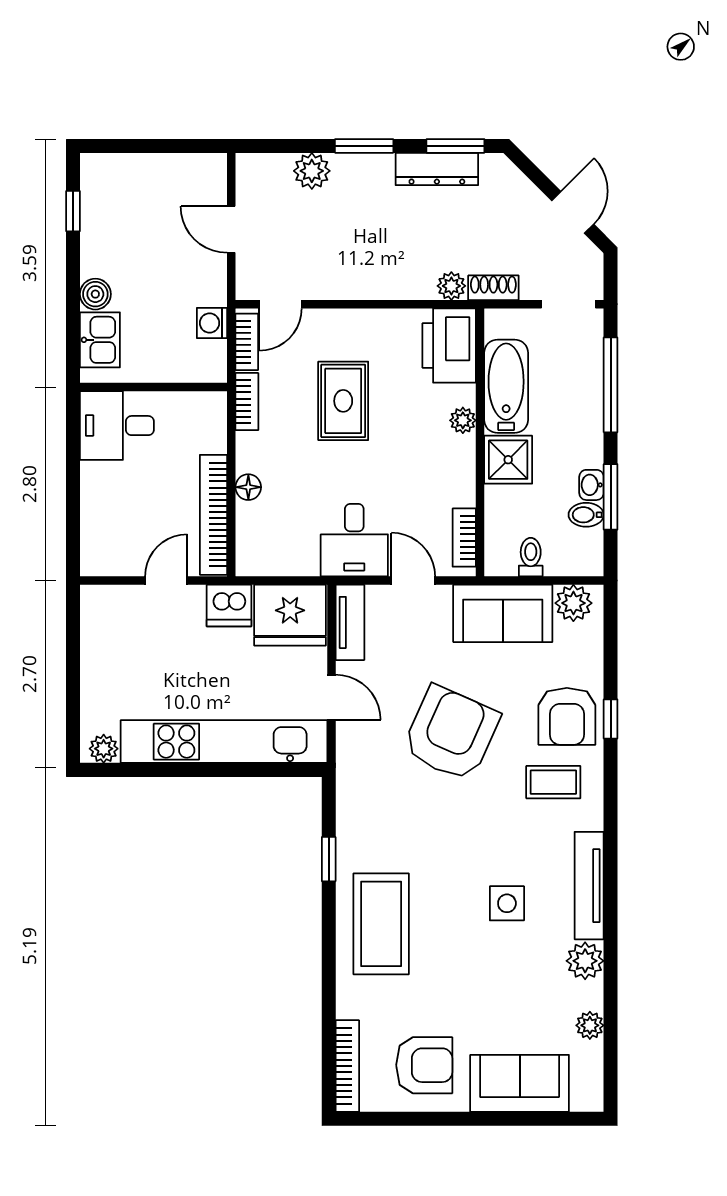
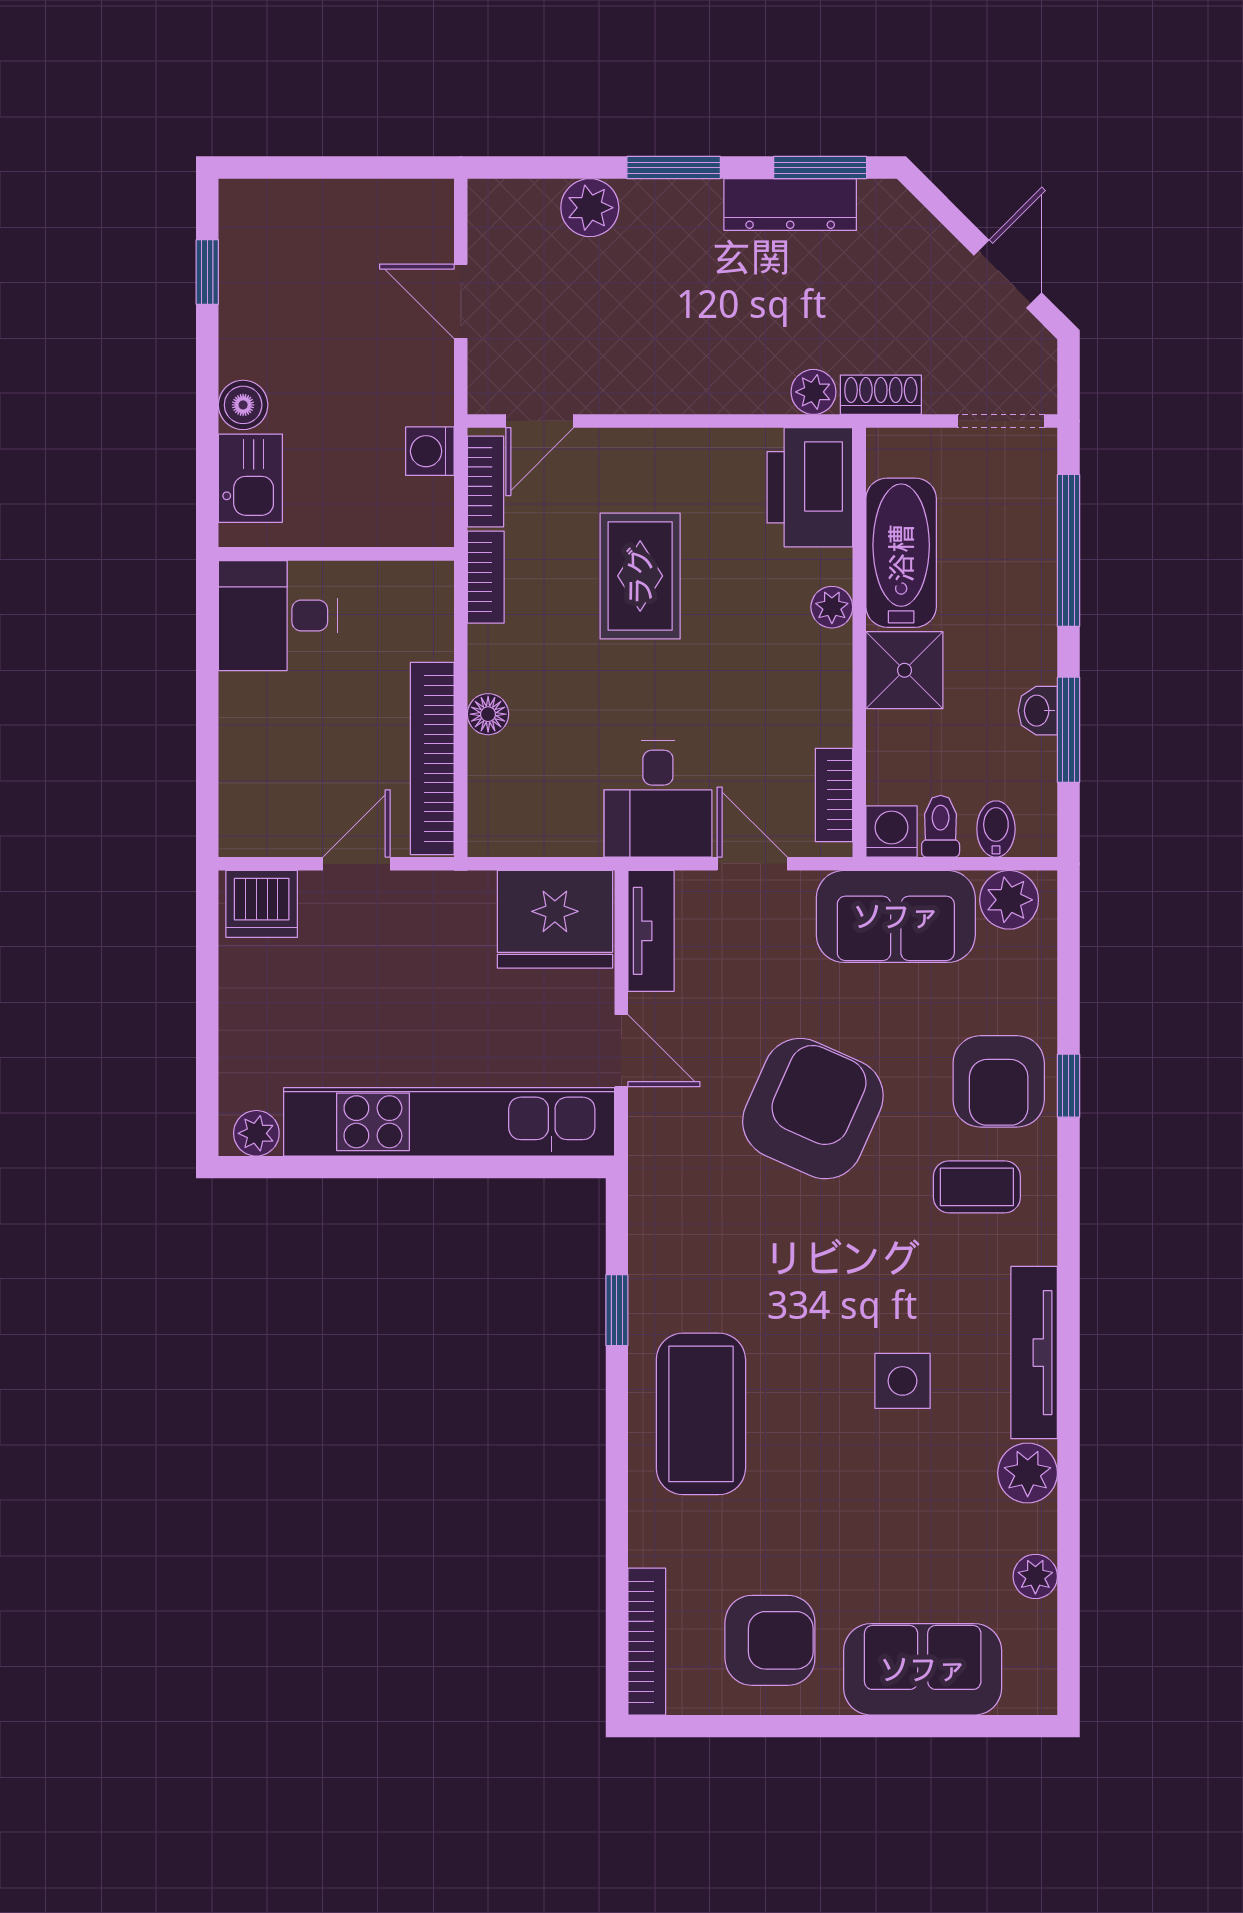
bidet: (586, 515) -> (996, 829), moved, turned 90
washing machine: (500, 560) -> (892, 832), added
dishwasher: (229, 606) -> (262, 904), moved

